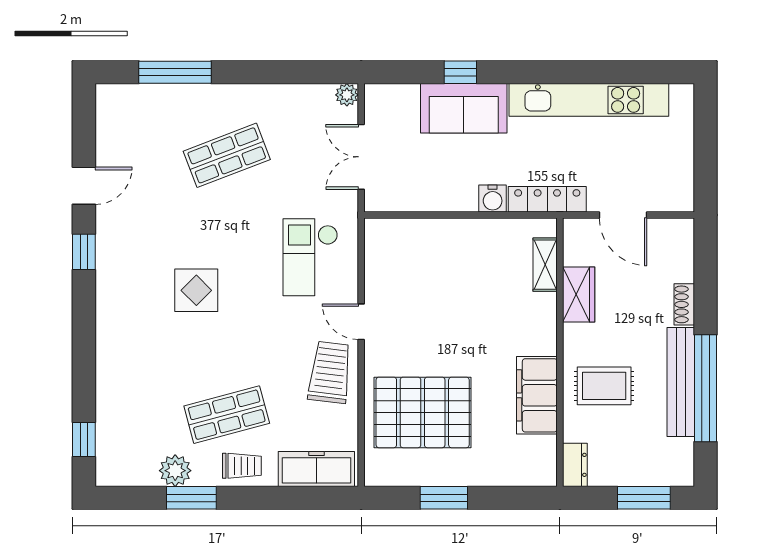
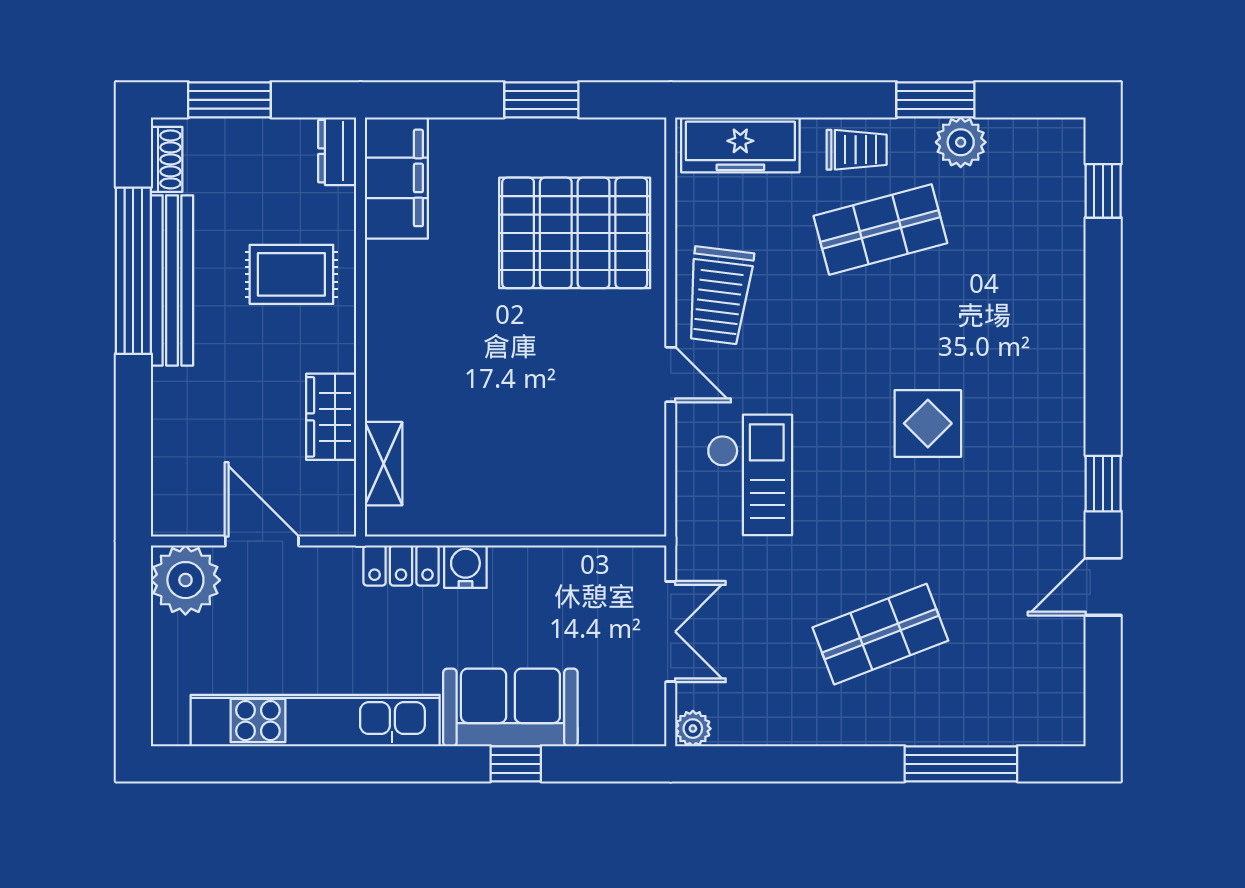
plant: (672, 190) -> (185, 580), added
locker: (547, 199) -> (401, 565), width x0.66
shoe rack: (684, 304) -> (167, 159), moved
filing cabinet: (537, 395) -> (396, 178), moved
trolley: (242, 466) -> (857, 150), turned 180

